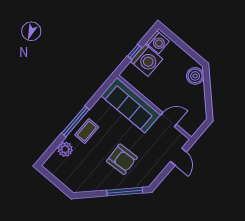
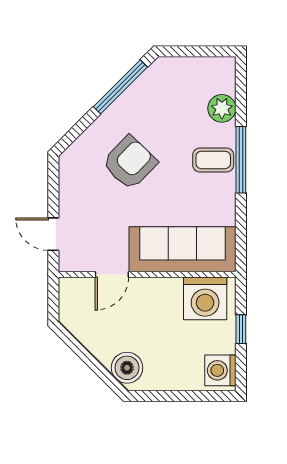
washing machine: (146, 60) -> (205, 298), moved, turned -90
coffee table: (87, 131) -> (213, 160), turned 90
armchair: (122, 159) -> (130, 163), turned 137
window: (125, 192) -> (120, 87), moved

